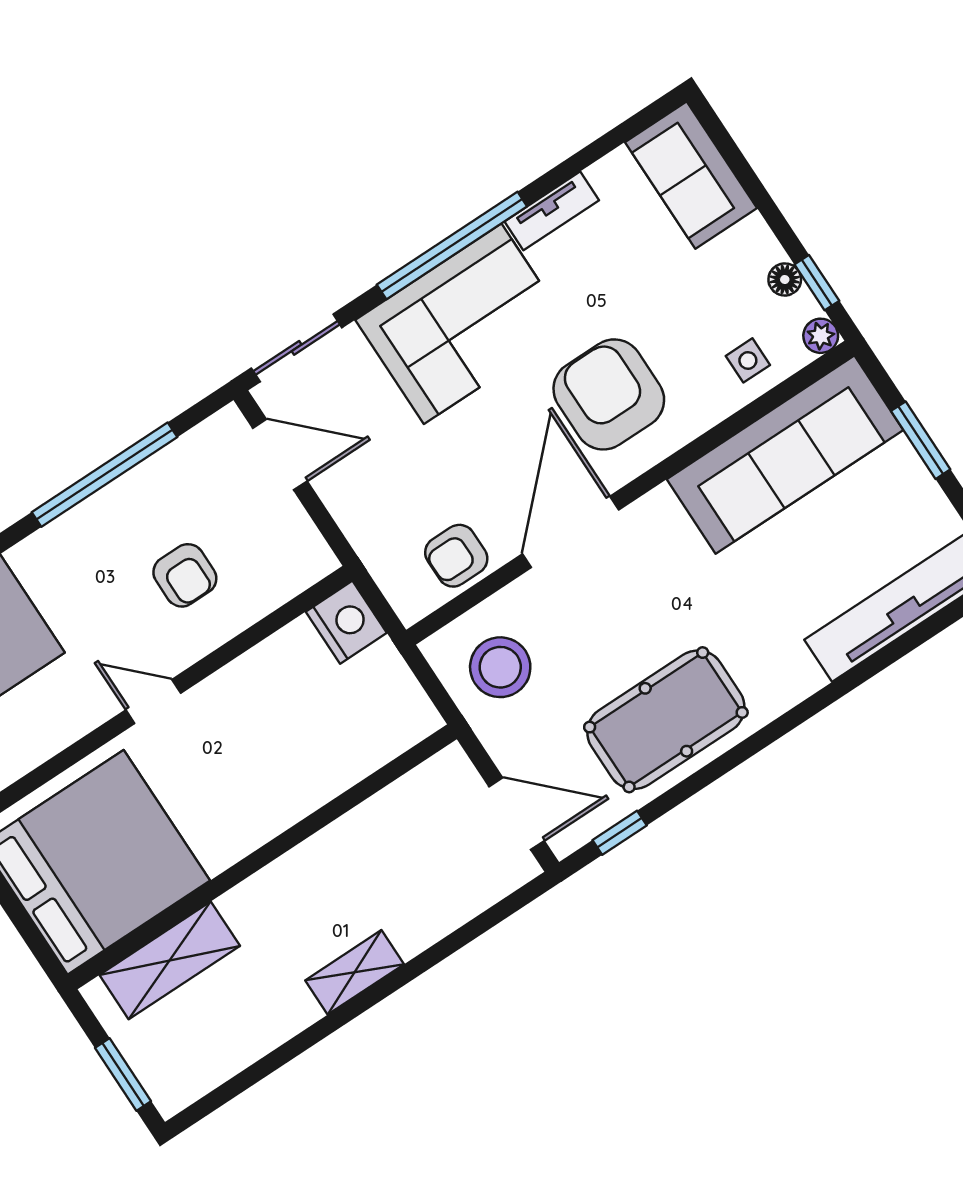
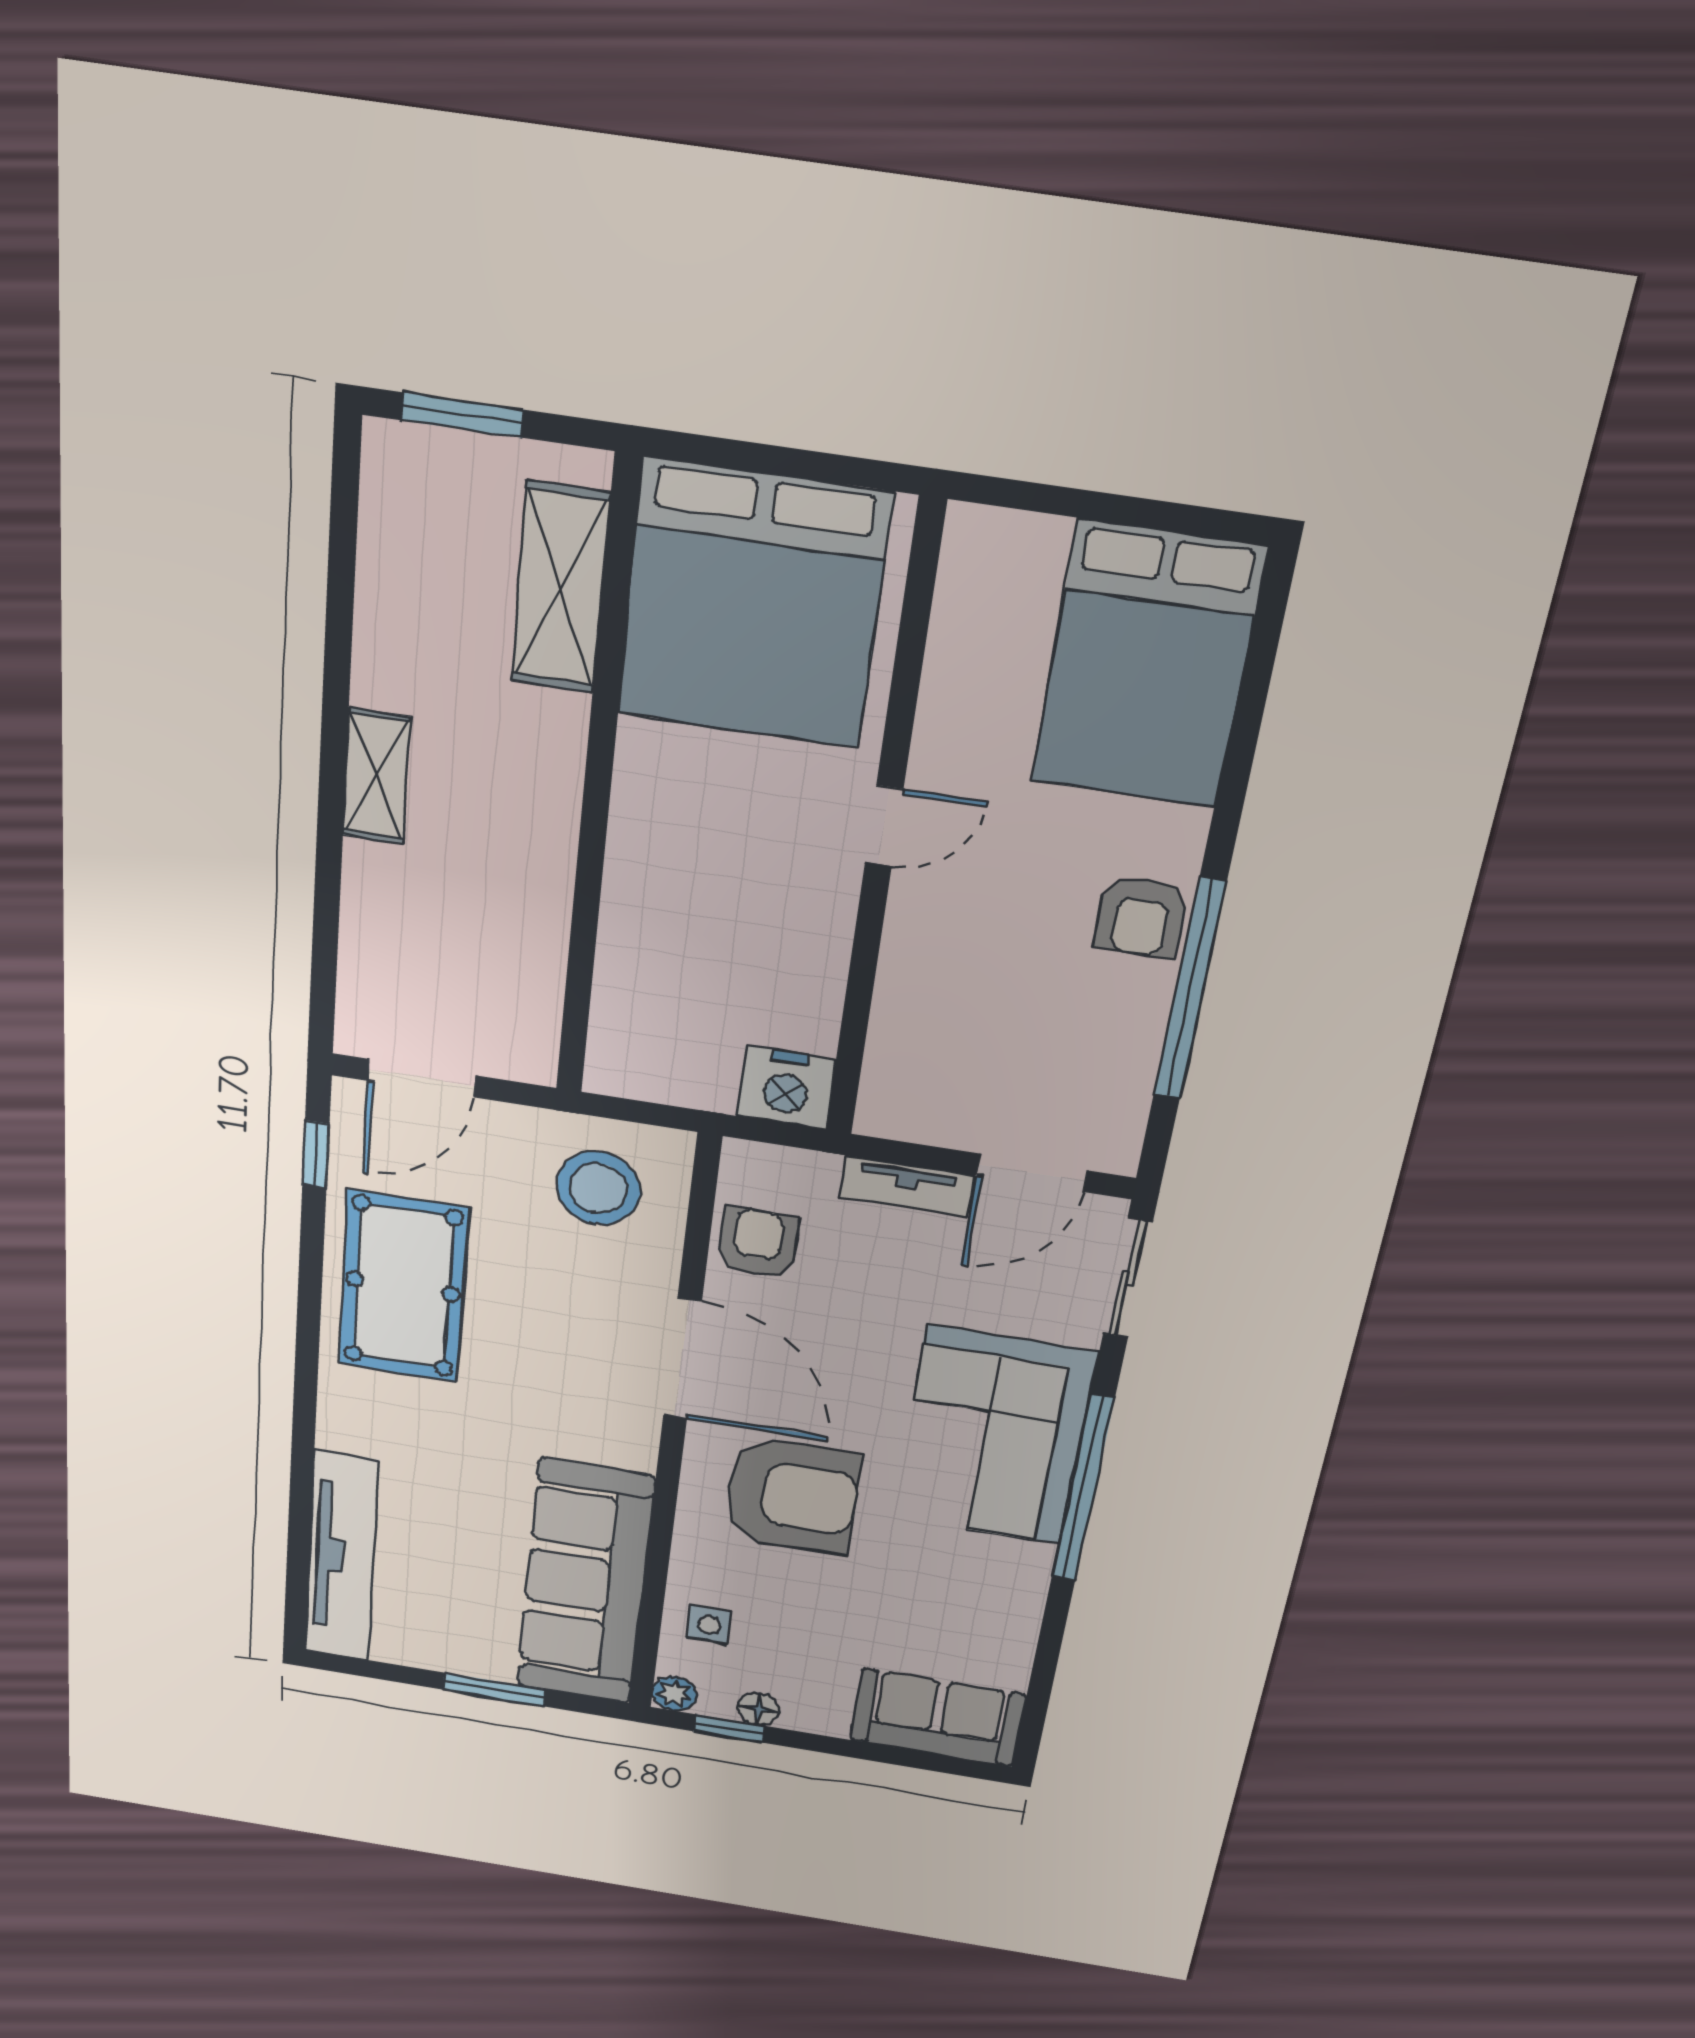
tv unit: (552, 211) -> (907, 1186), moved, turned -90
armchair: (185, 575) -> (1141, 917), moved, turned -90

